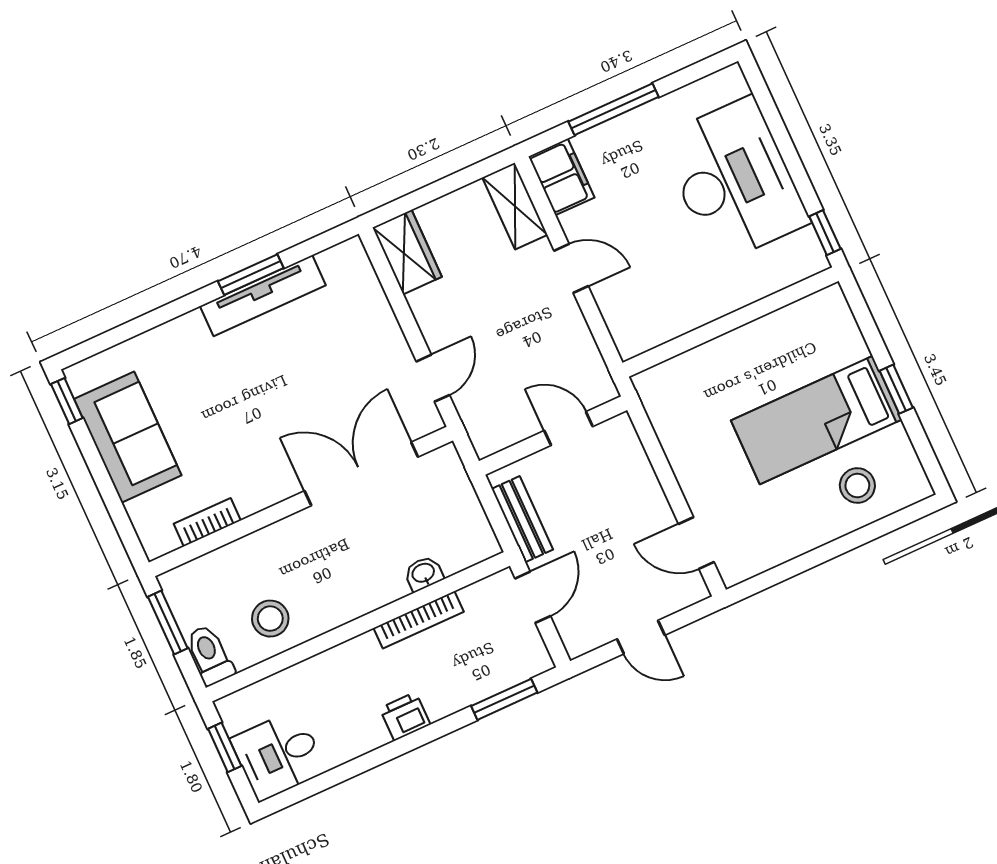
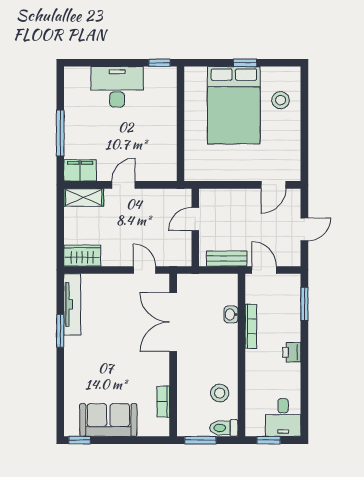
desk: (734, 180) -> (117, 87), width x0.73, depth x0.77
tv unit: (263, 296) -> (72, 304), moved
bed: (816, 420) -> (234, 105), width x1.50

